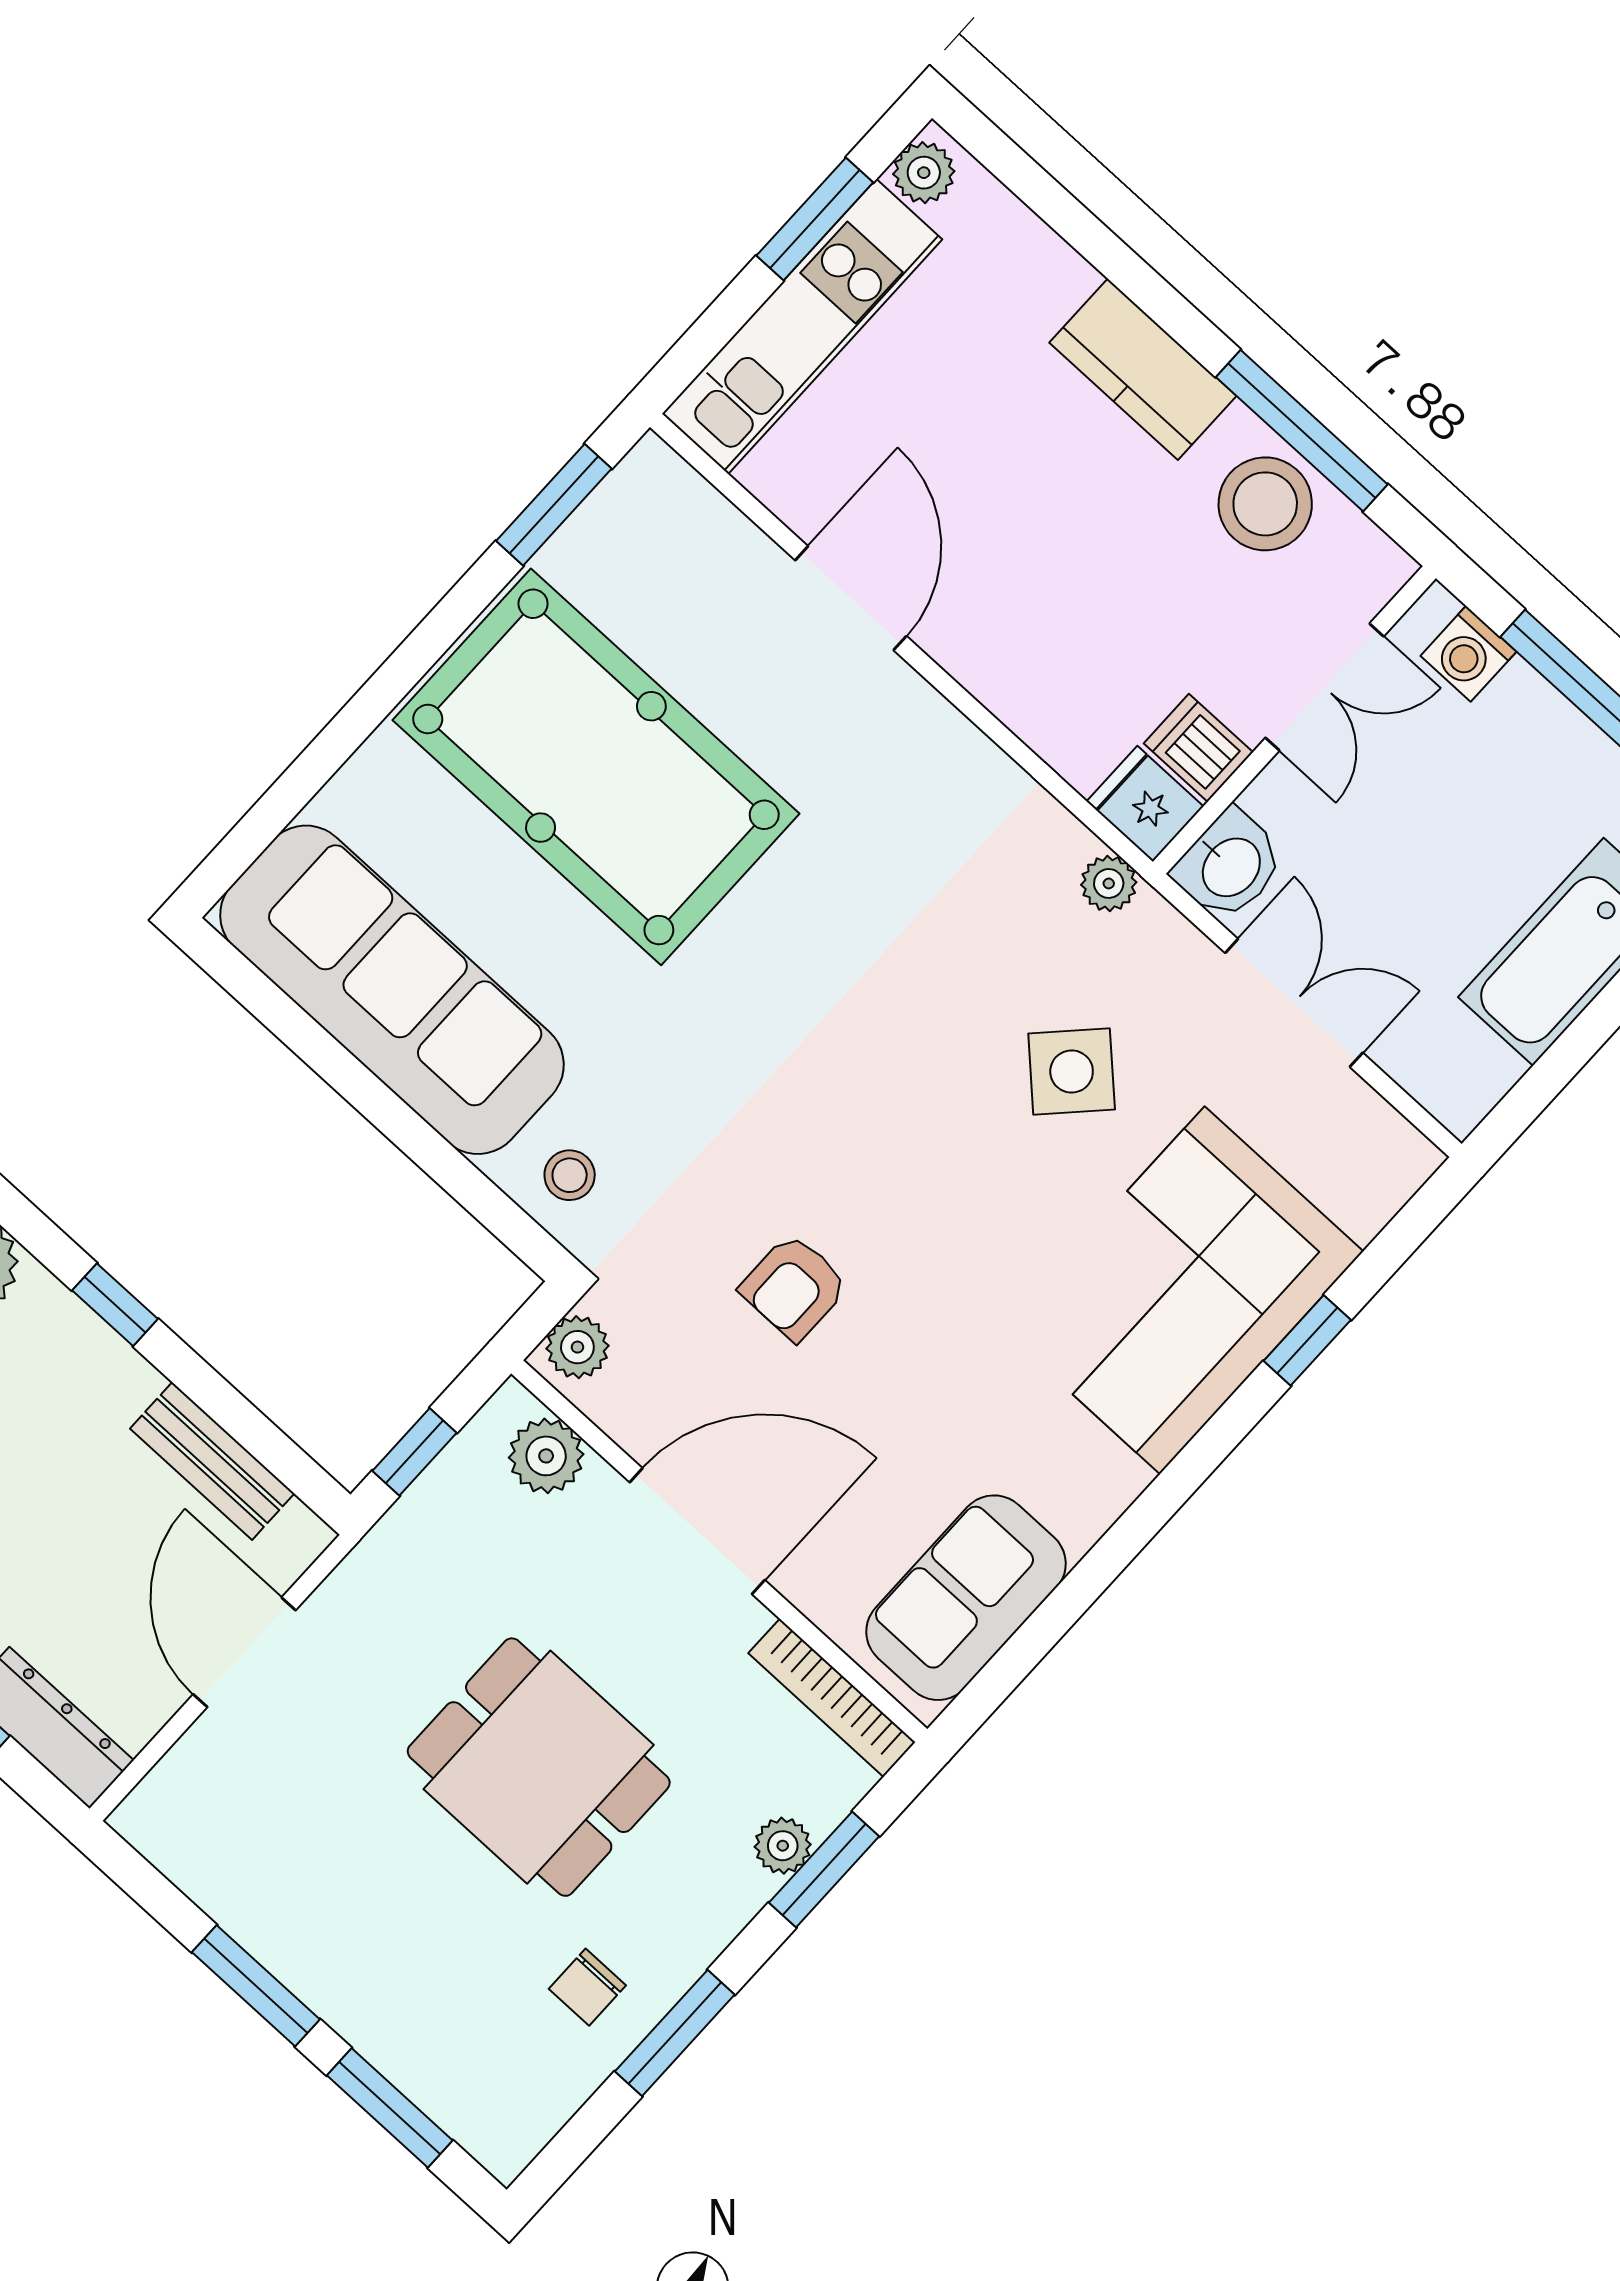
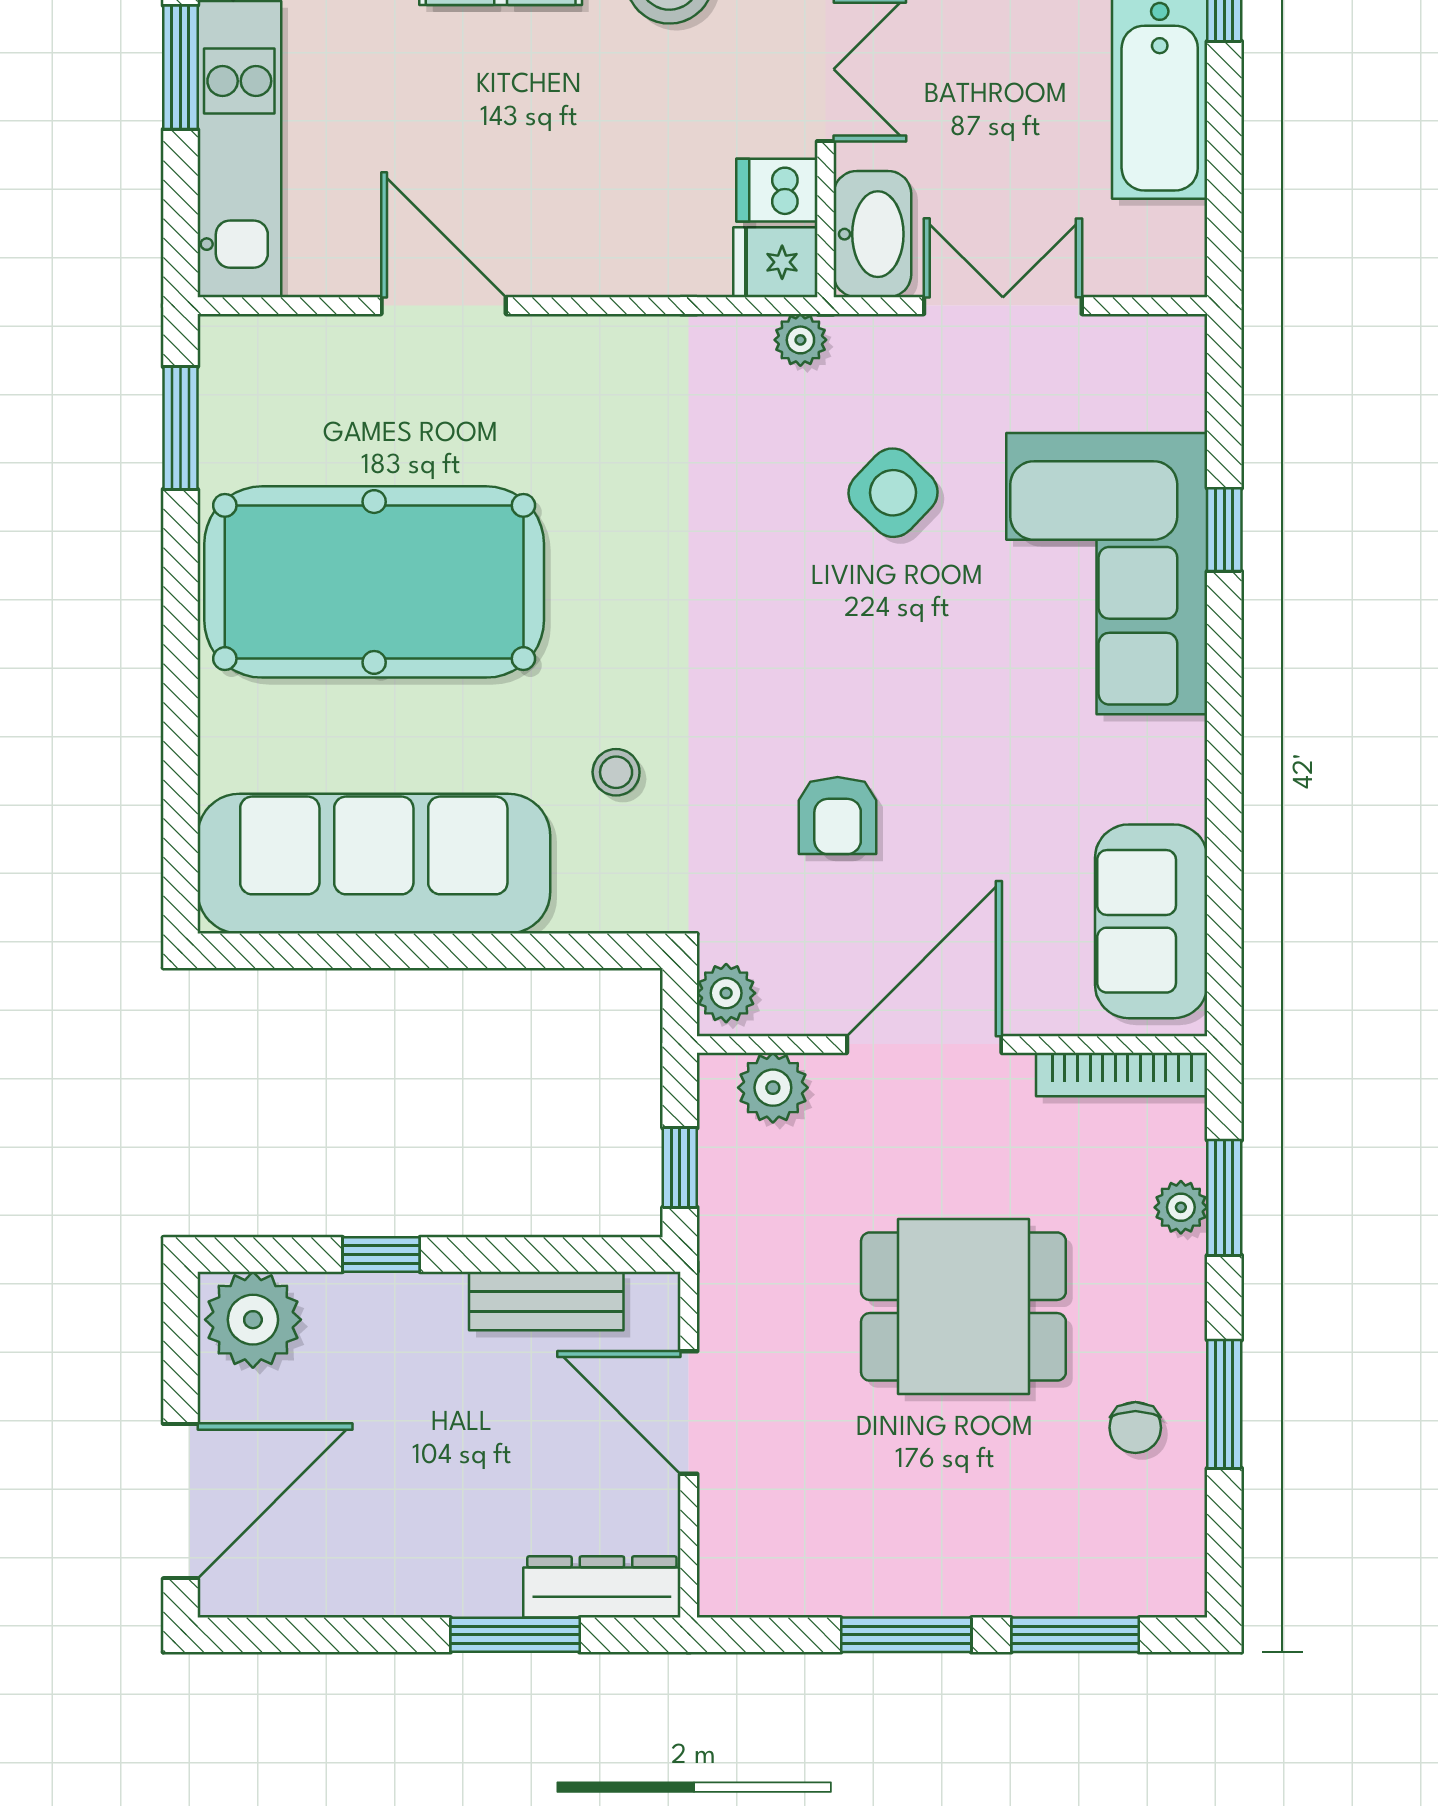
washbasin: (1230, 866) -> (872, 234), width x1.38
stool: (570, 1175) -> (616, 772), moved

